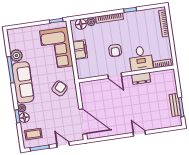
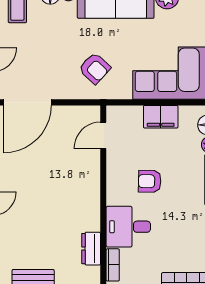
door: (115, 76) -> (103, 135), moved
dresser: (141, 78) -> (91, 249), moved

